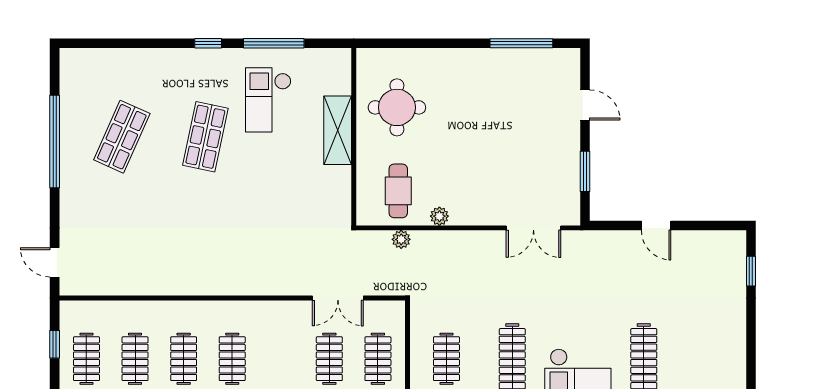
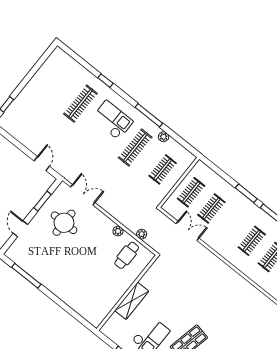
round table: (397, 107) -> (64, 223), moved
door: (656, 226) -> (42, 164), moved

